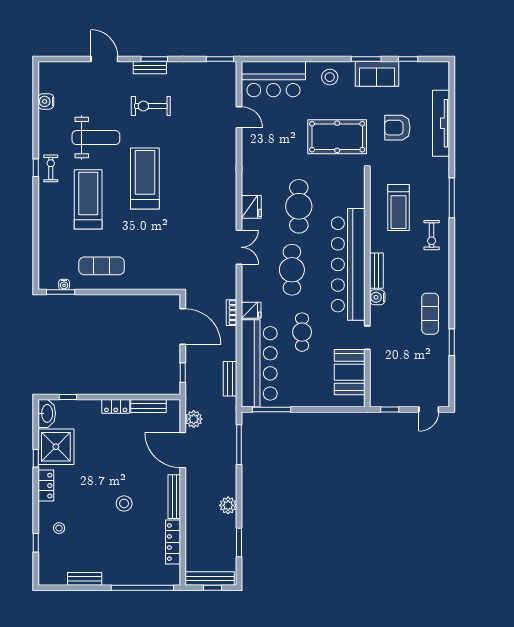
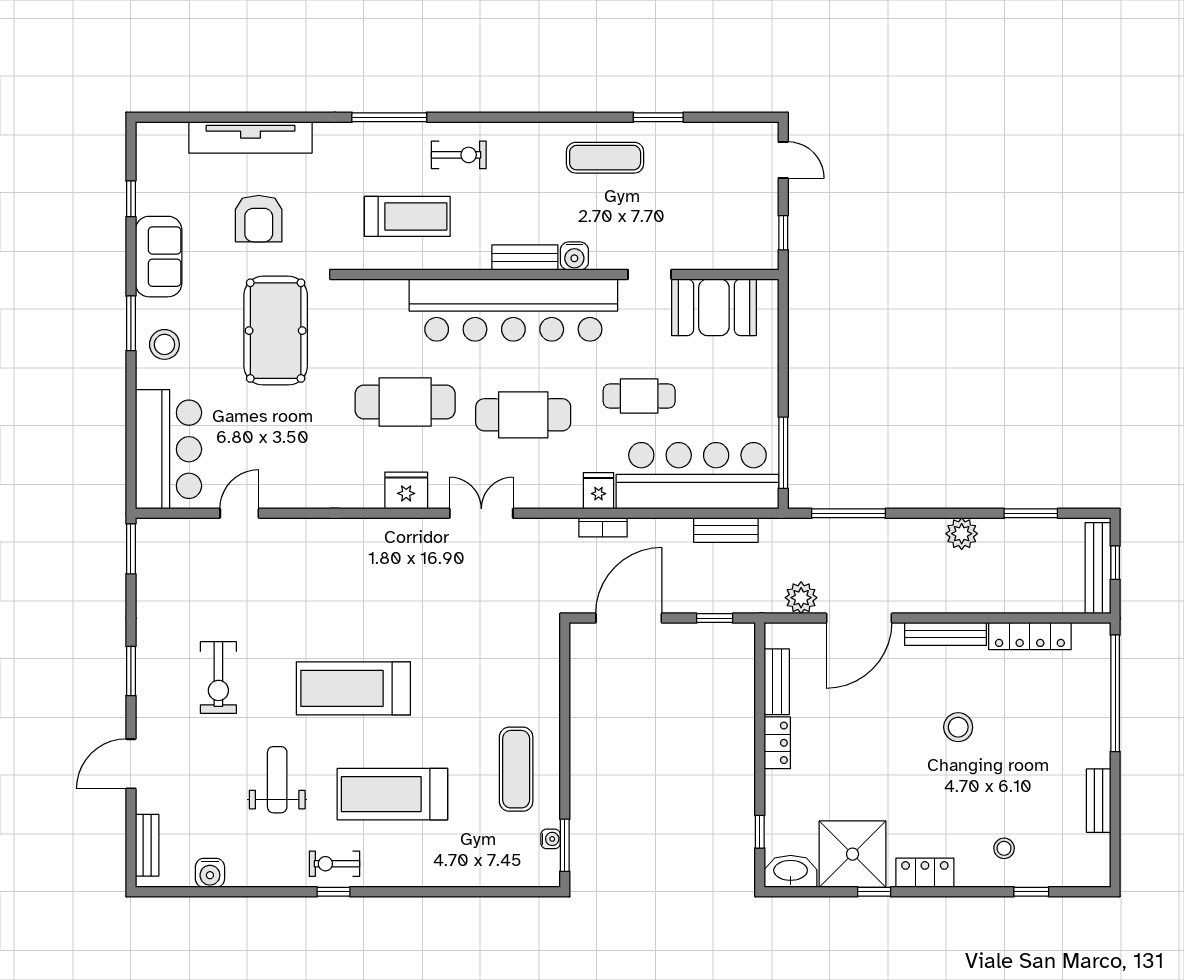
window: (366, 59) -> (131, 323), moved
bench: (150, 68) -> (147, 845), moved
weight bench: (96, 138) -> (277, 780), width x0.73, depth x0.75

